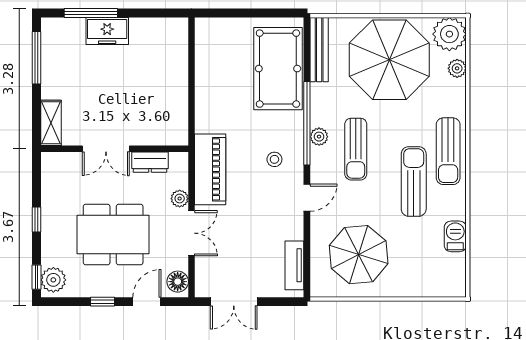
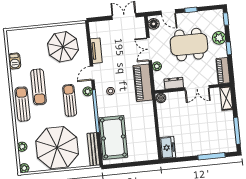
freezer: (107, 31) -> (168, 148), moved, turned 90
plant: (449, 34) -> (24, 168), width x0.53, depth x0.53
boiler: (178, 136) -> (161, 98), added
plant: (319, 137) -> (88, 91), moved
double door: (106, 149) -> (197, 88), swing flipped
piano: (52, 177) -> (223, 71), added
tv unit: (294, 265) -> (96, 51), moved
plant: (53, 280) -> (219, 38), moved
door: (147, 302) -> (168, 12), hinge flipped

